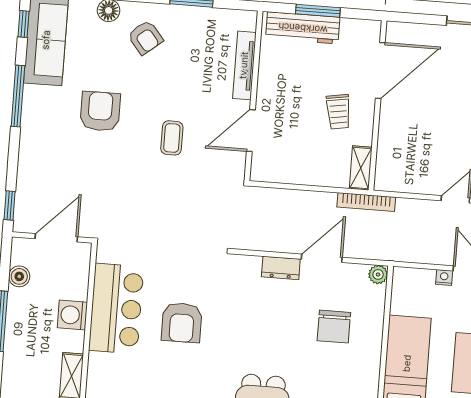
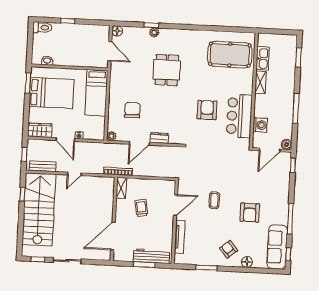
trolley: (338, 112) -> (141, 208), moved
boiler: (19, 276) -> (287, 144), moved
washing machine: (72, 315) -> (260, 125), moved

